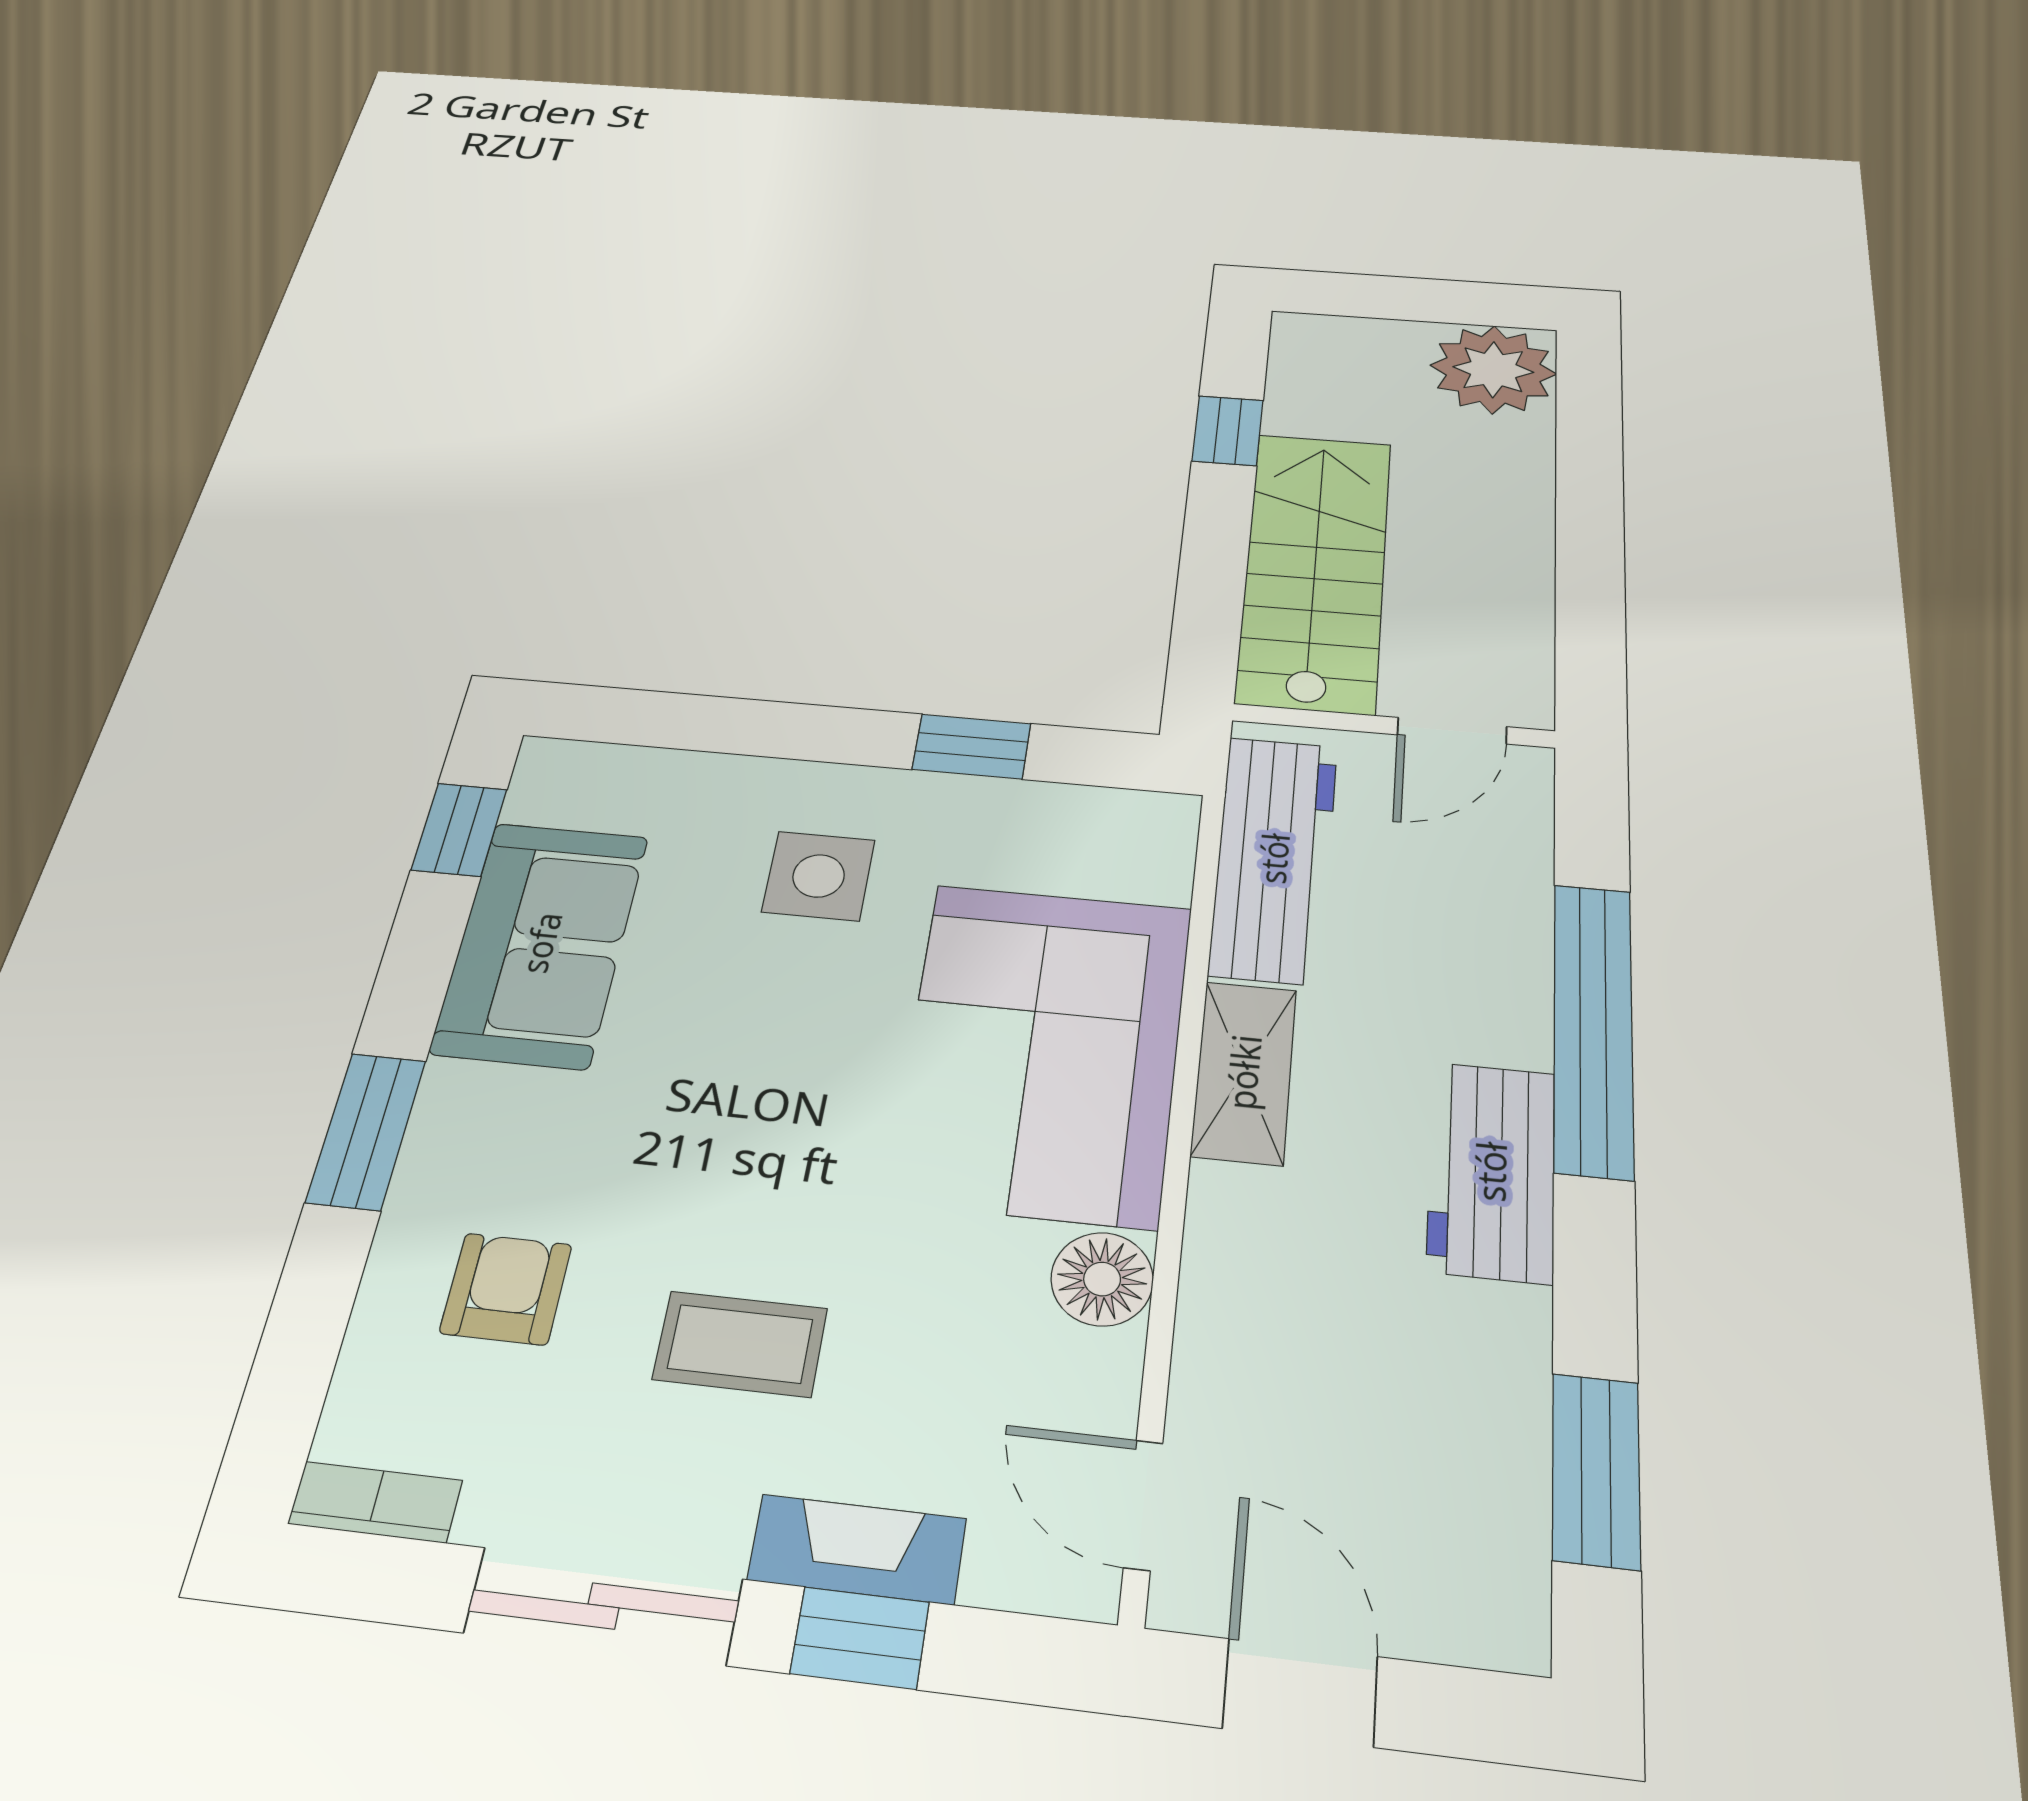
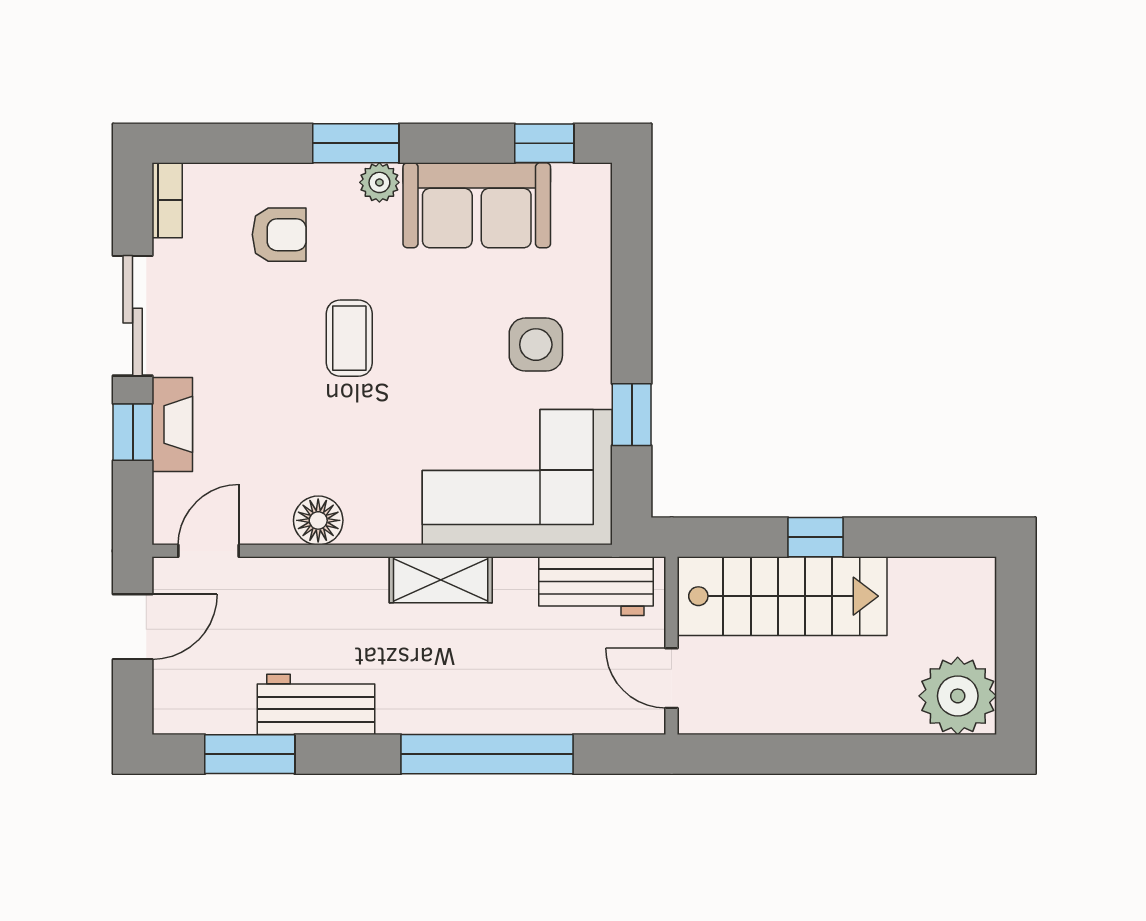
window: (1228, 431) -> (816, 537), moved
workbench: (1274, 858) -> (596, 586), width x0.73
corner sofa: (1043, 1050) -> (517, 477), moved
plant: (453, 1098) -> (379, 182), added
workbench: (1491, 1171) -> (316, 704), moved
coffee table: (740, 1344) -> (349, 338), moved

